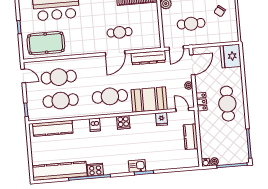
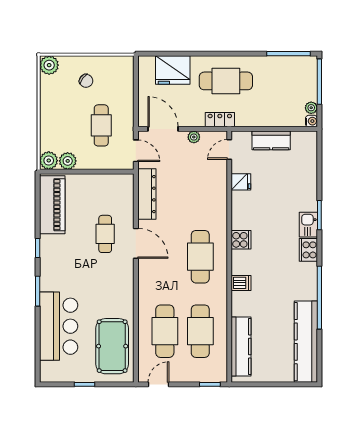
fridge: (231, 56) -> (173, 70), moved
booth: (149, 100) -> (210, 198), removed
cooker: (95, 170) -> (308, 250), moved

